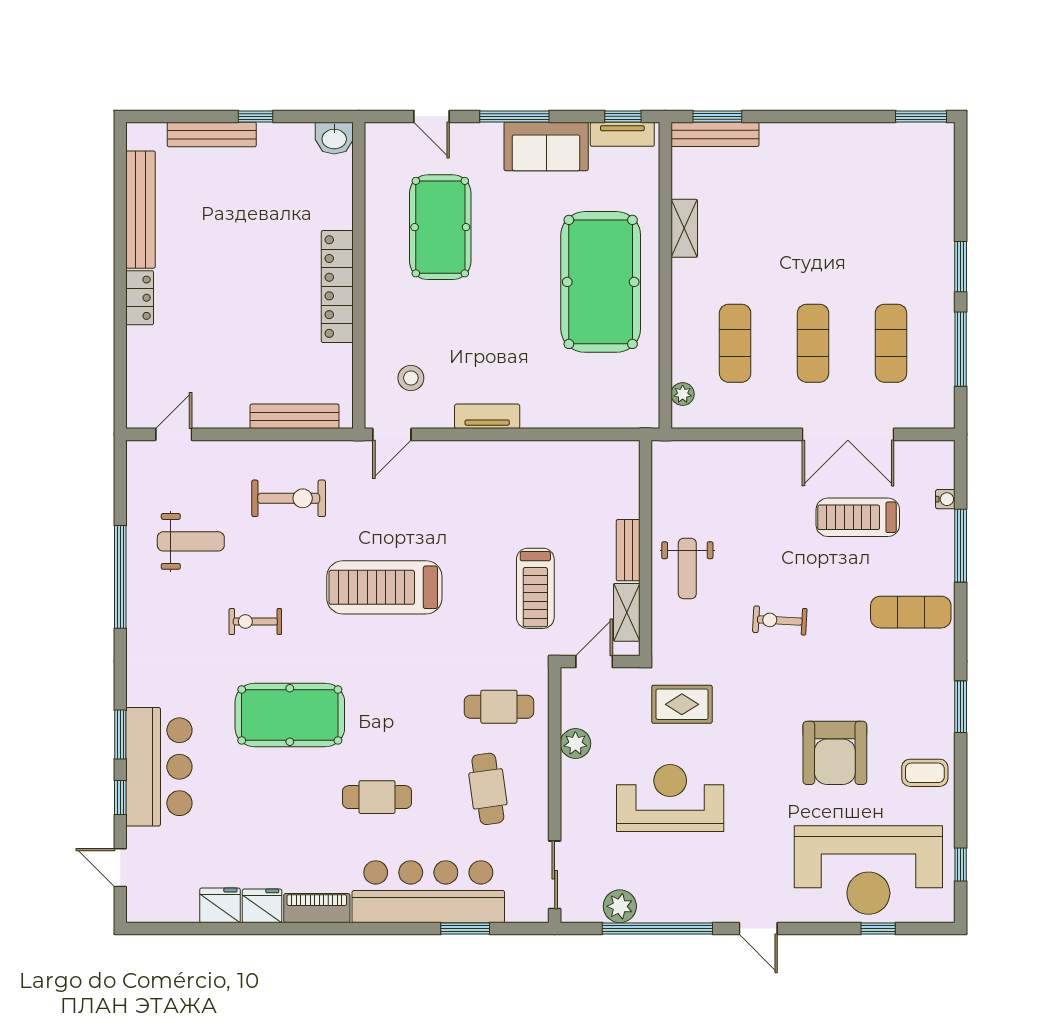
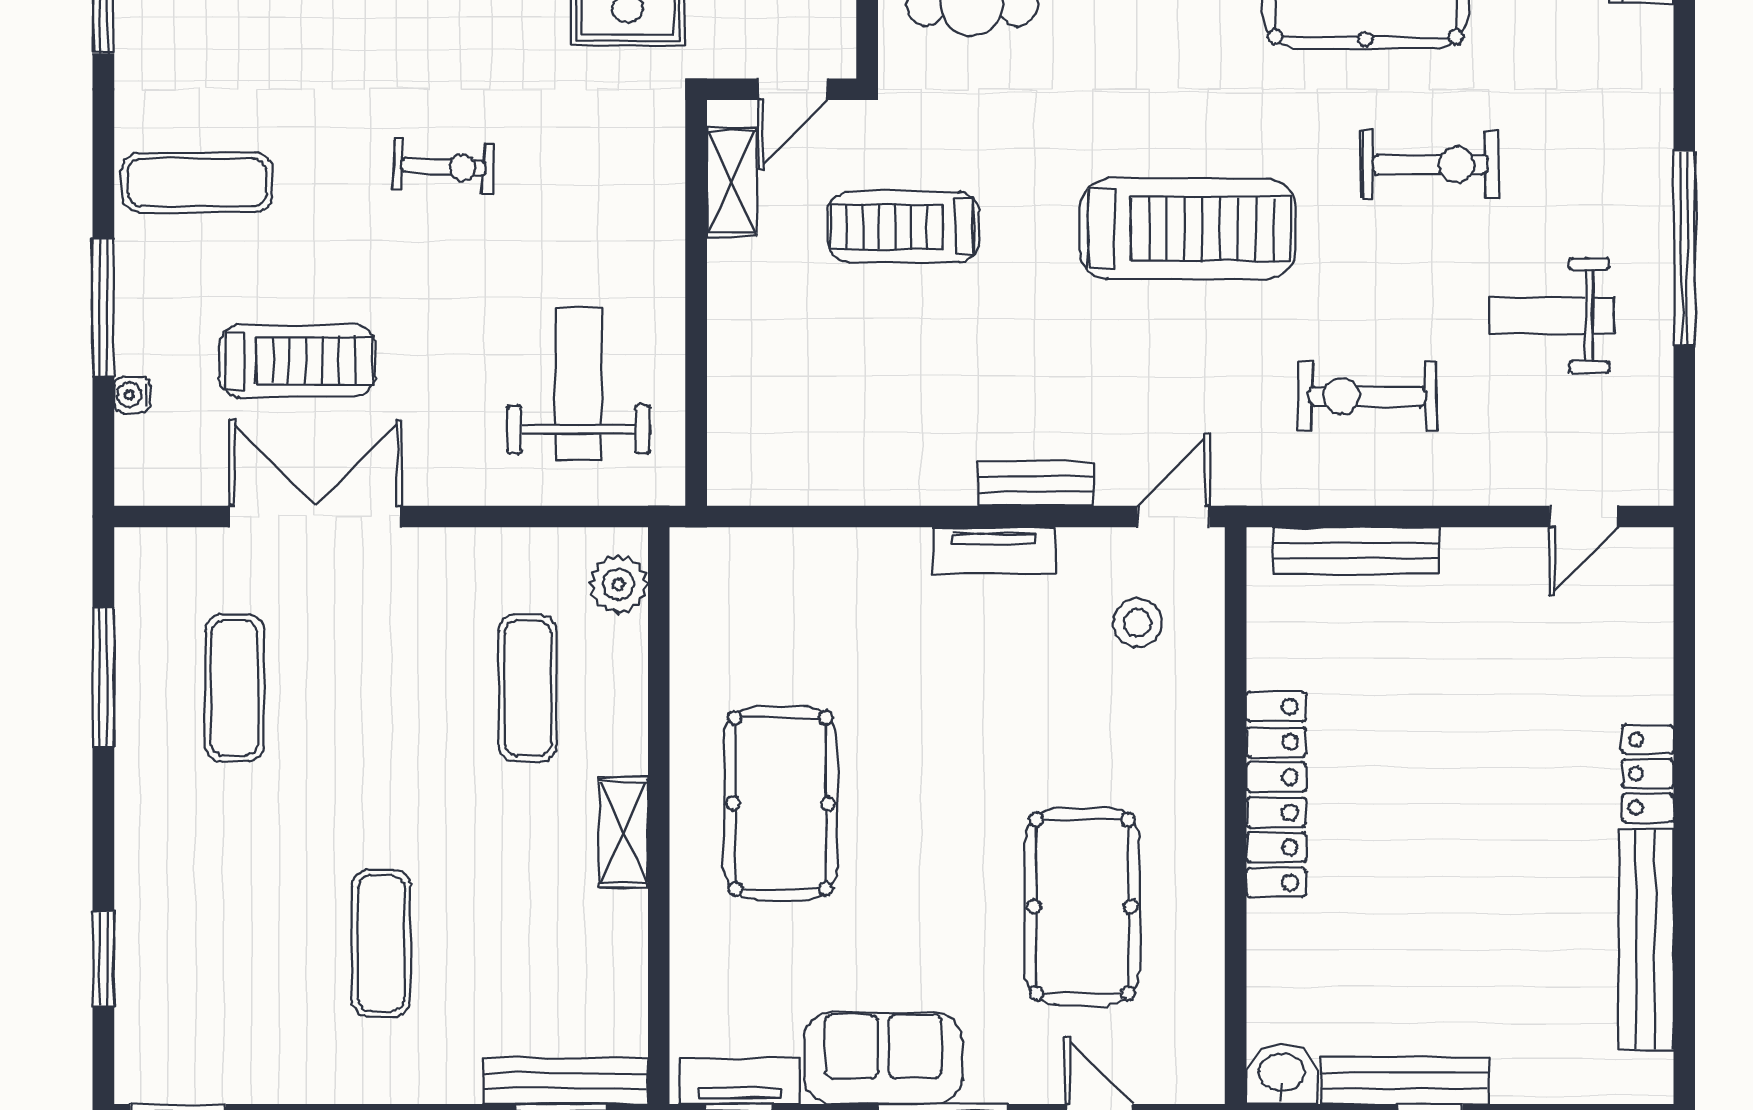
bench: (212, 135) -> (1405, 1081), moved
shelving: (684, 228) -> (623, 832), moved
window: (961, 267) -> (103, 959), moved
pool table: (601, 282) -> (781, 803), width x0.73, depth x0.76
exercise mat: (813, 343) -> (381, 943), moved
plant: (683, 394) -> (618, 584), width x1.38, depth x1.38
bench: (628, 550) -> (1036, 484), moved, turned 90
weight bench: (687, 568) -> (578, 384), moved, width x1.36, depth x1.33
treadmill: (535, 588) -> (904, 227), turned -90
exercise bike: (255, 622) -> (1430, 165), width x1.38, depth x1.39

